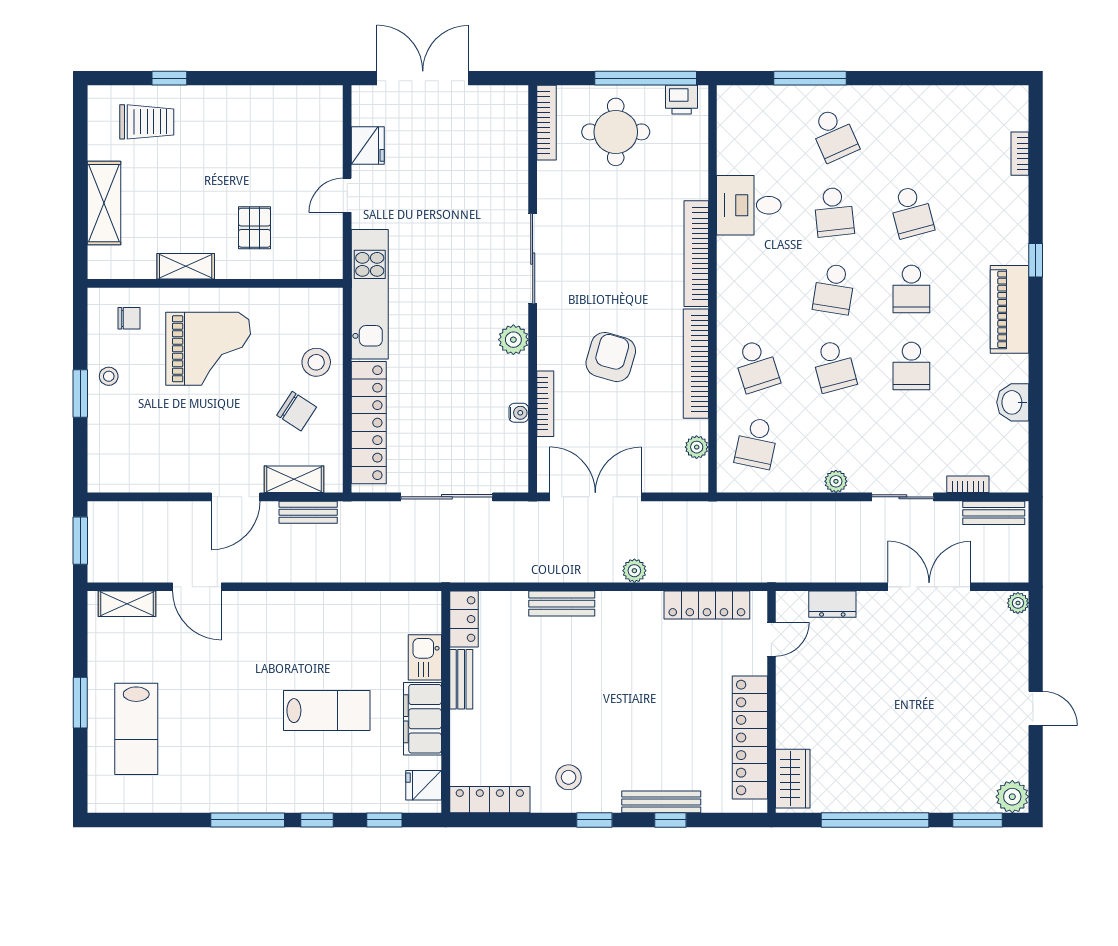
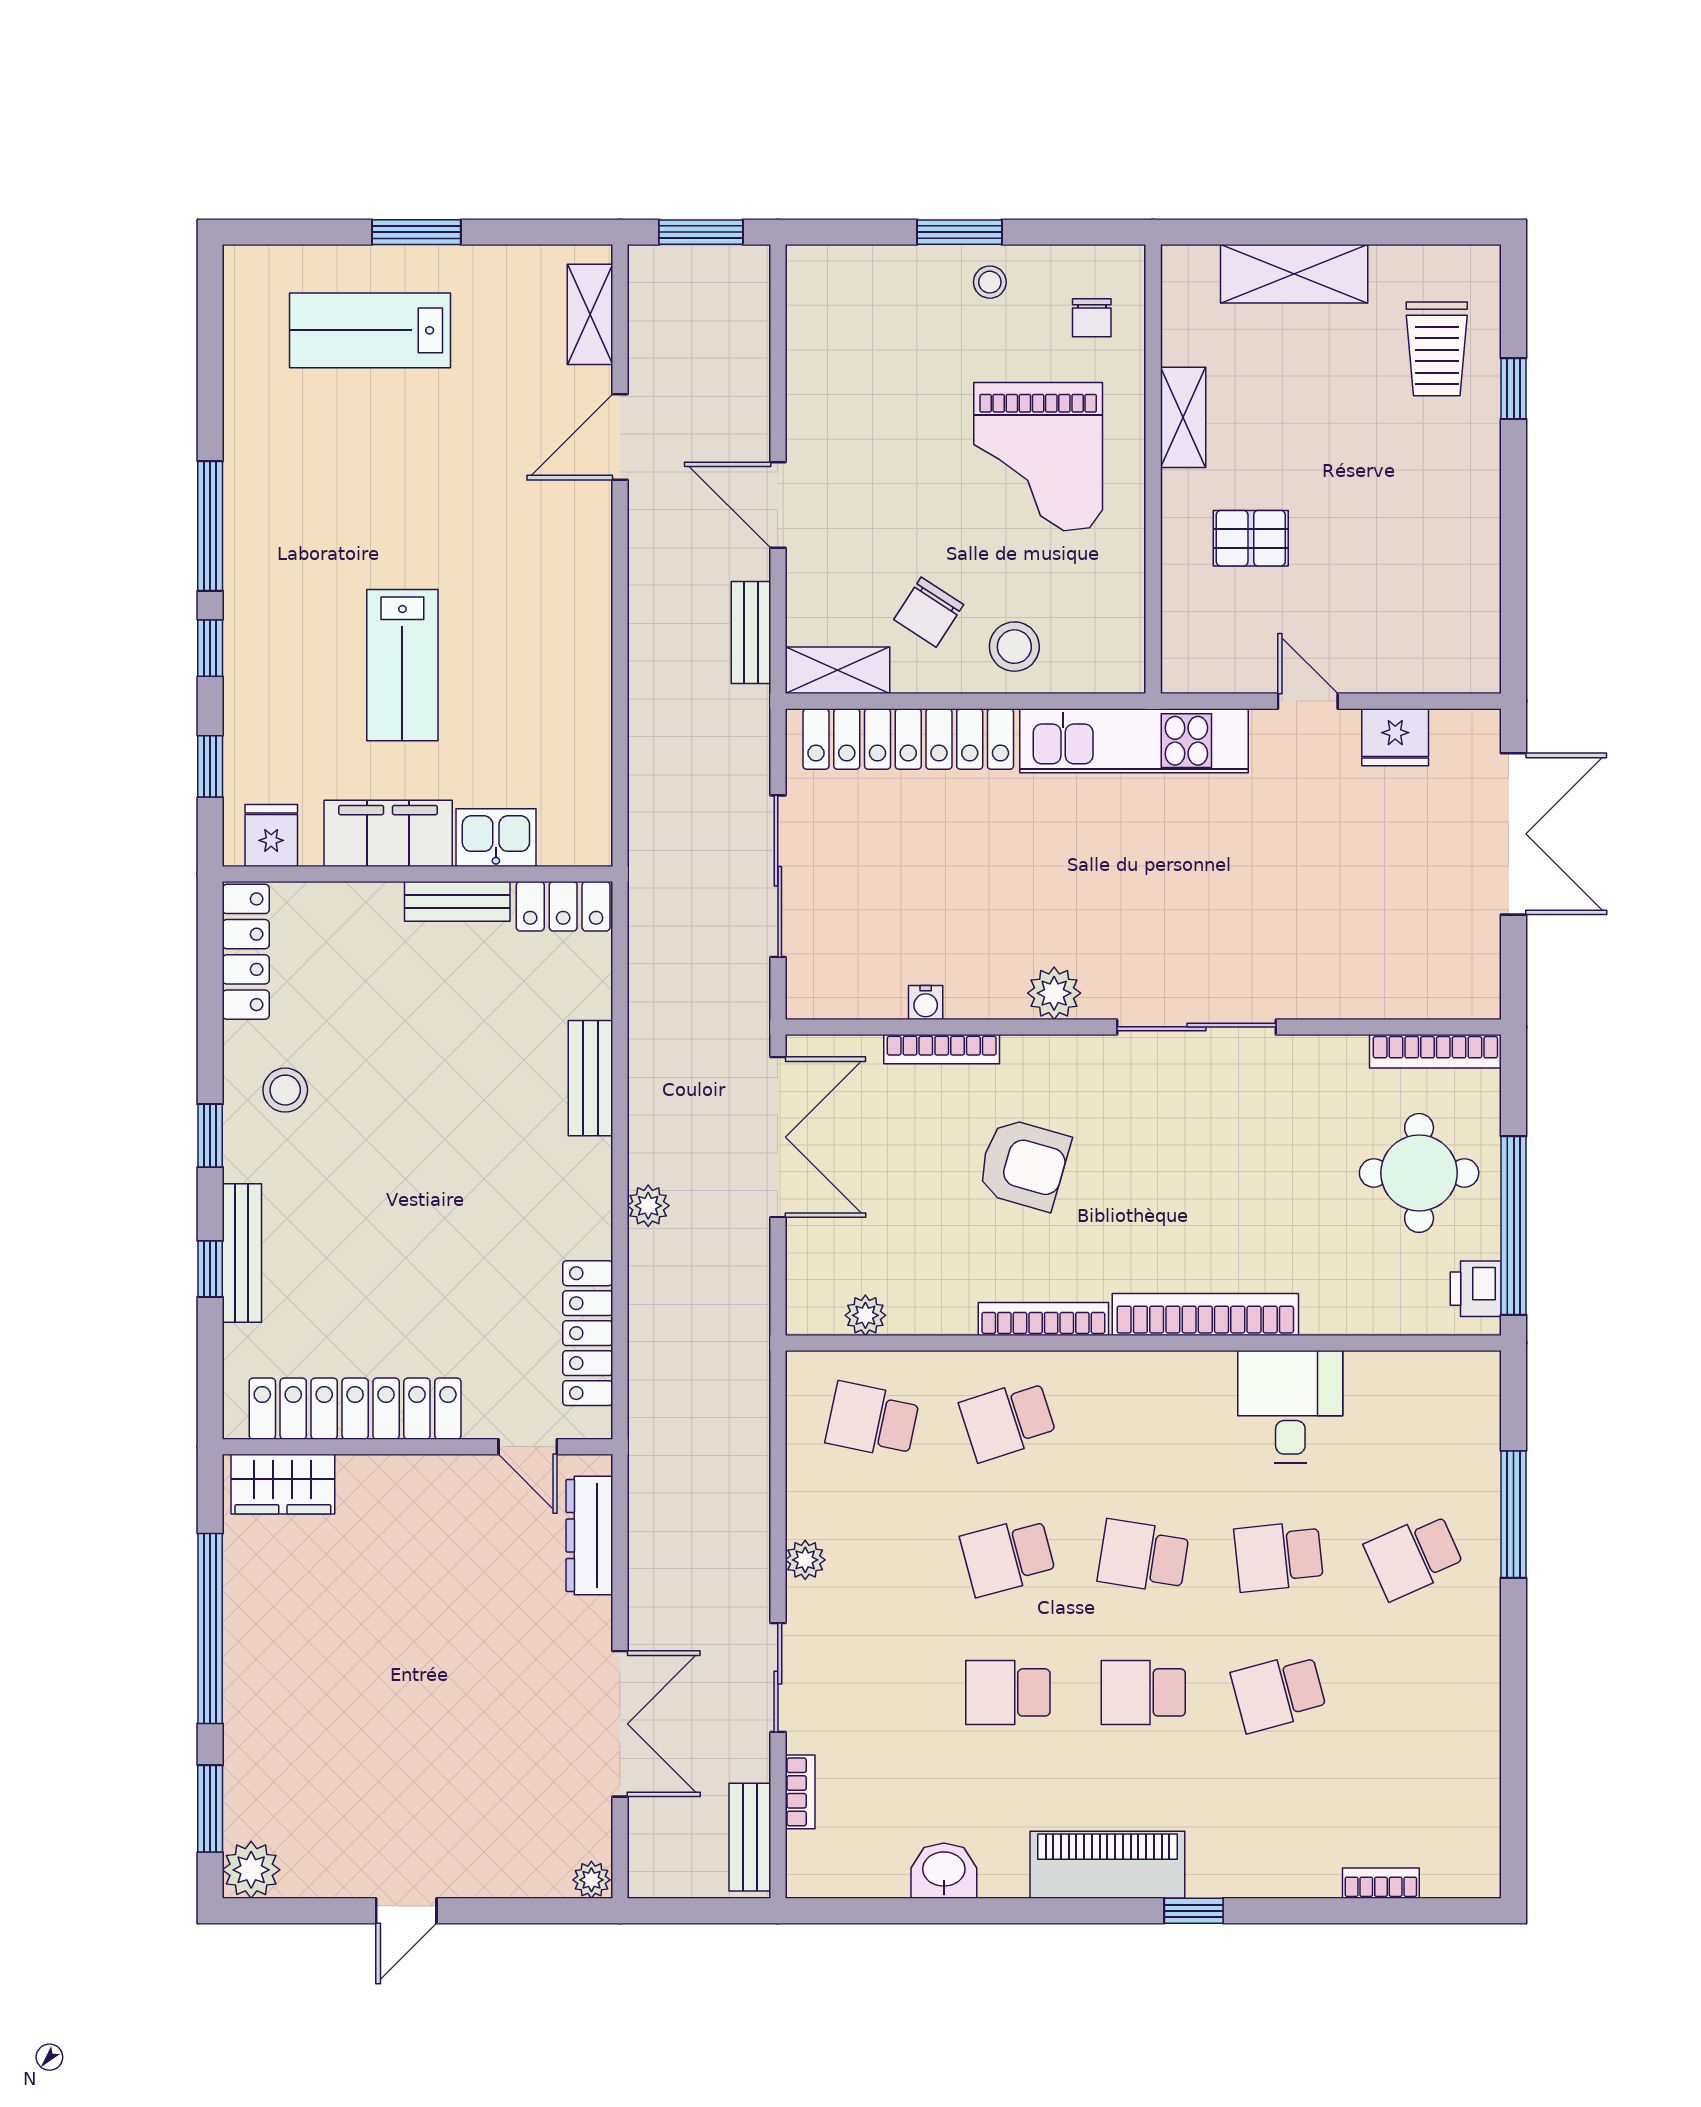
bookcase: (696, 364) -> (1043, 1319), width x0.68, depth x0.76
shelving: (294, 479) -> (837, 670), moved, turned 90
dresser: (832, 604) -> (589, 1536), width x1.44

